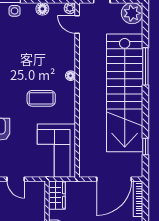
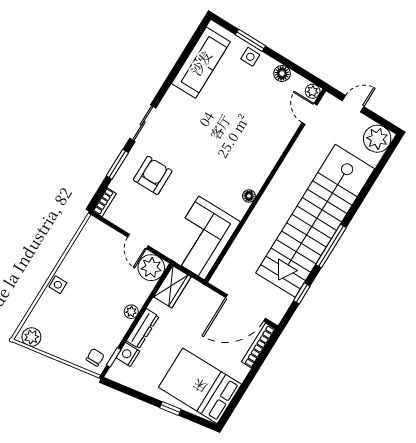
window: (145, 66) -> (331, 246), moved
floor lamp: (71, 76) -> (249, 196), moved
coffee table: (41, 98) -> (220, 170), removed
plant: (35, 191) -> (151, 268), added

